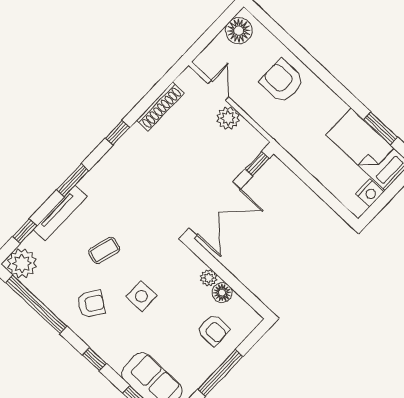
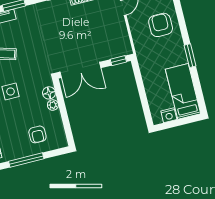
plant: (228, 118) -> (119, 26), removed
window: (381, 128) -> (190, 56), moved
floor lamp: (222, 293) -> (49, 93), moved

